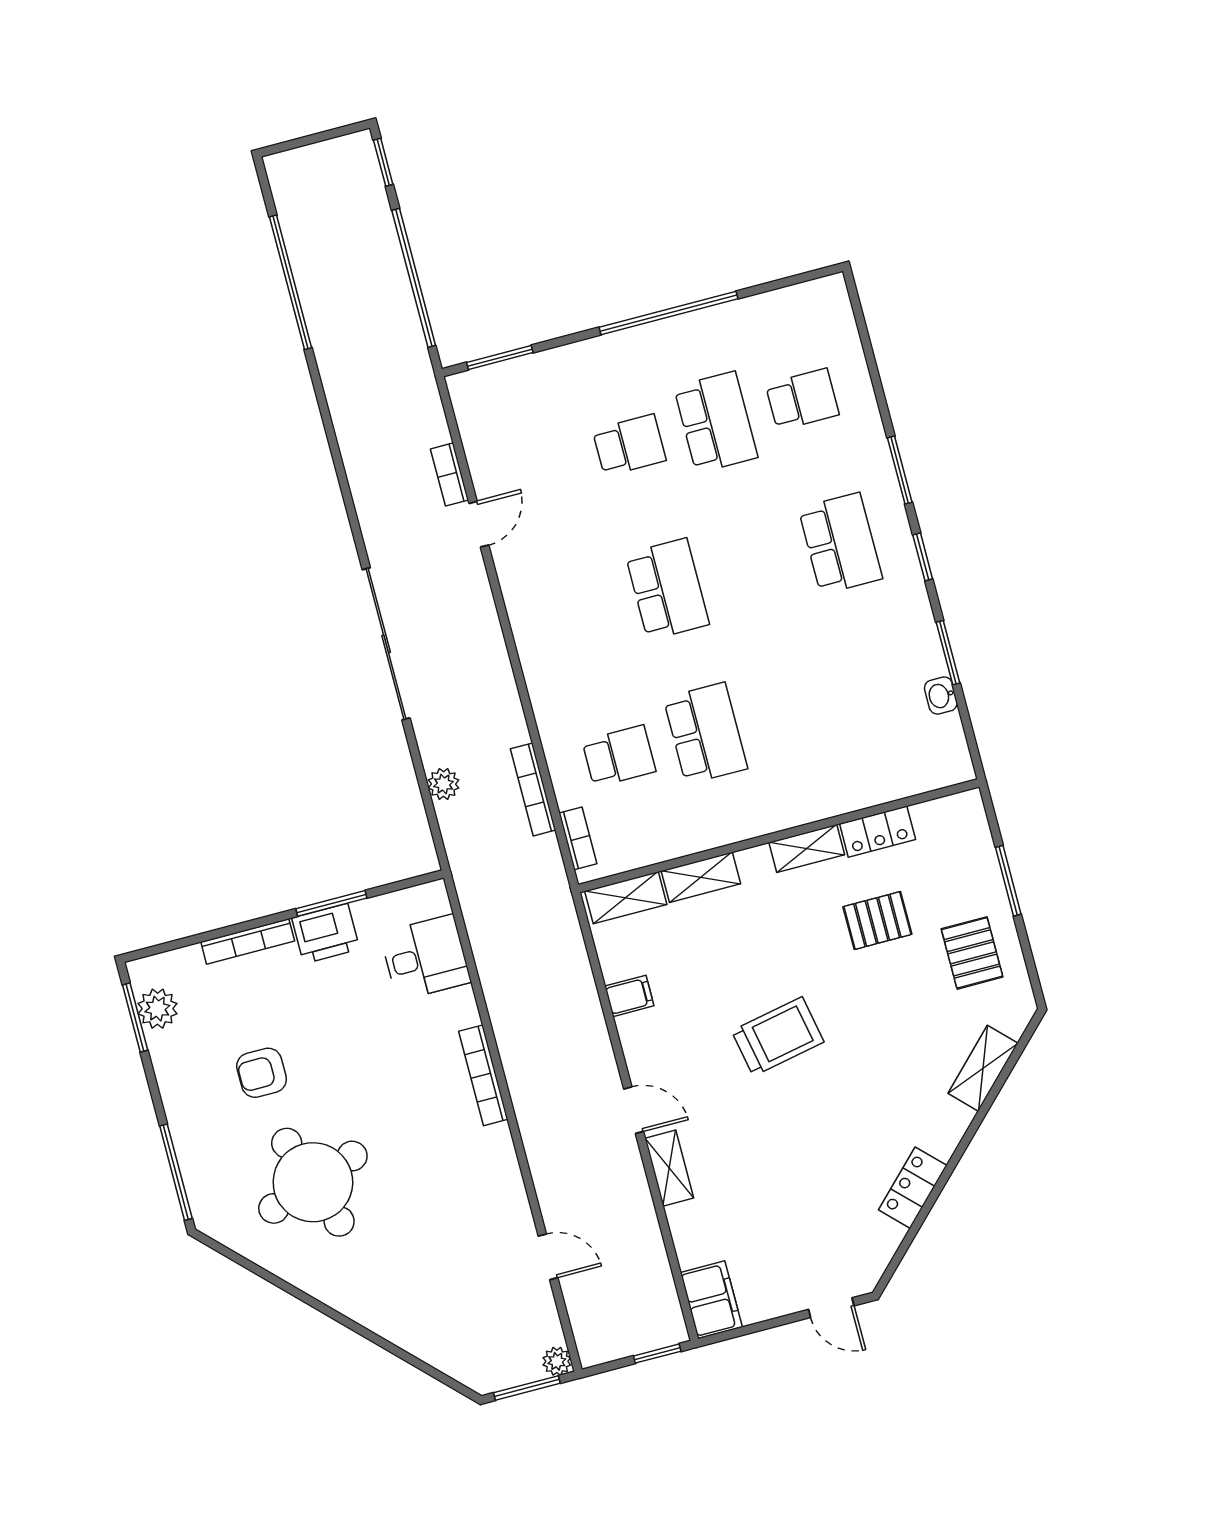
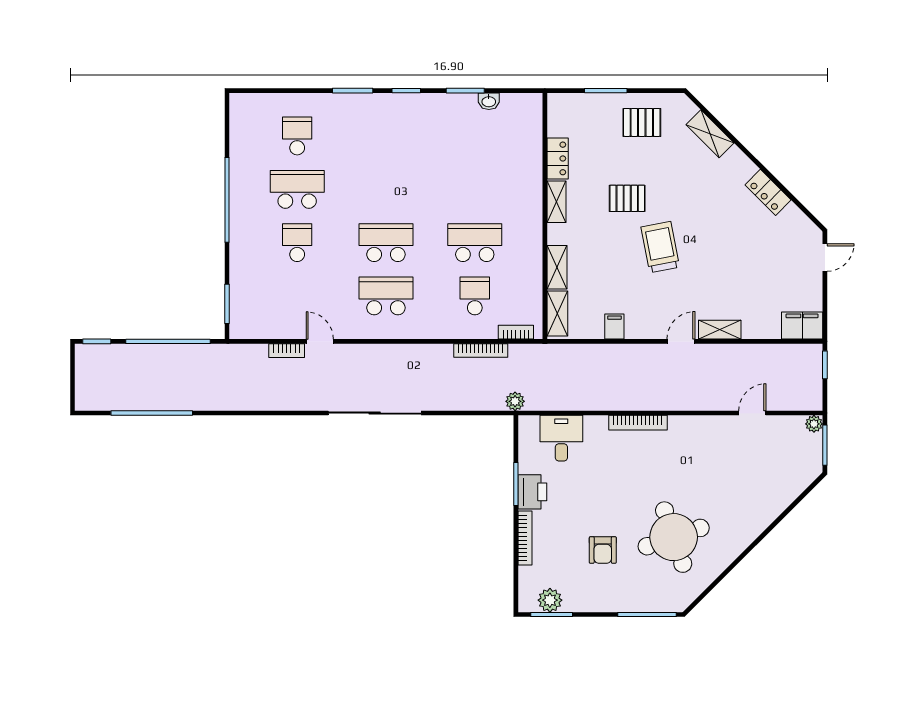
school desk: (840, 544) -> (386, 296), moved
plant: (443, 784) -> (515, 401), moved
pallet: (877, 921) -> (627, 198), moved, turned 90

